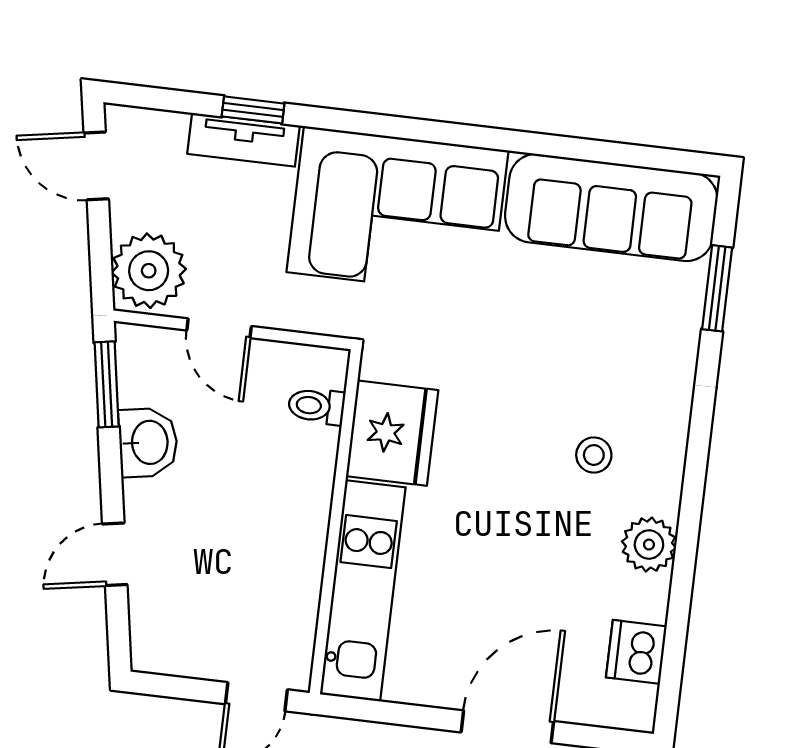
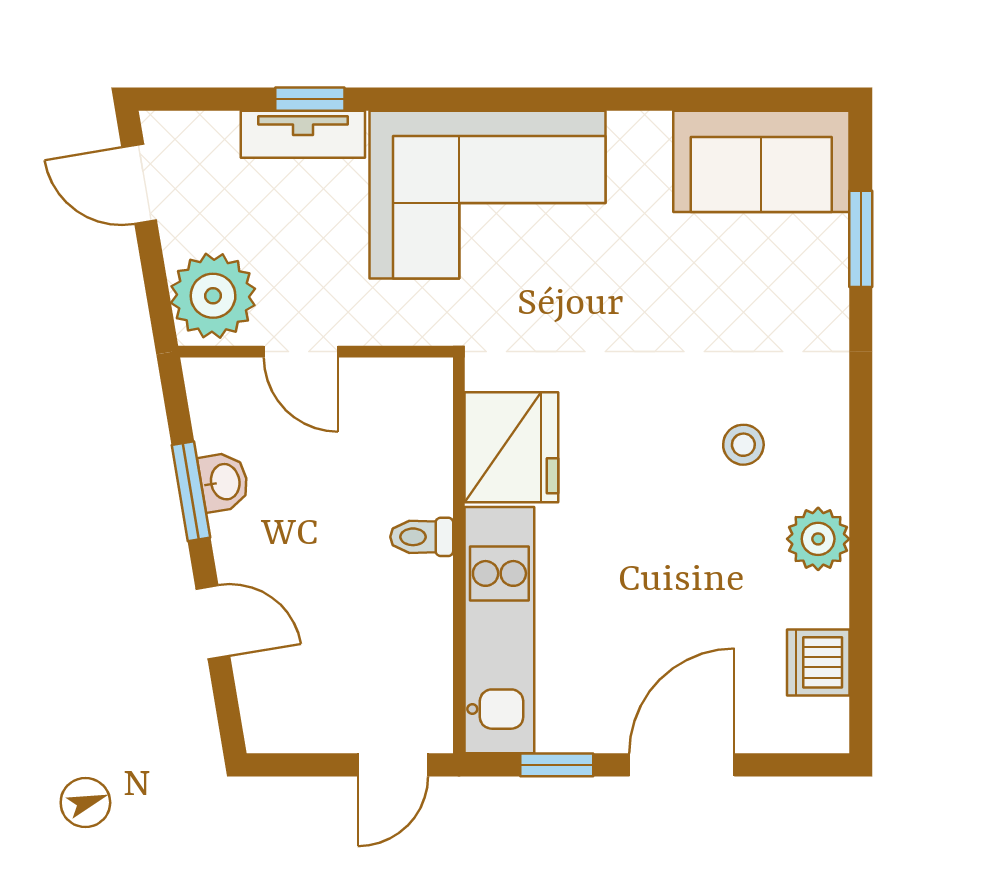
sofa: (611, 208) -> (761, 161), width x0.73
window: (107, 384) -> (191, 491), moved
toilet: (316, 406) -> (422, 537), moved
washbasin: (148, 442) -> (224, 482), width x0.72, depth x0.69
door: (115, 554) -> (213, 622), swing flipped
window: (399, 714) -> (557, 765), added

